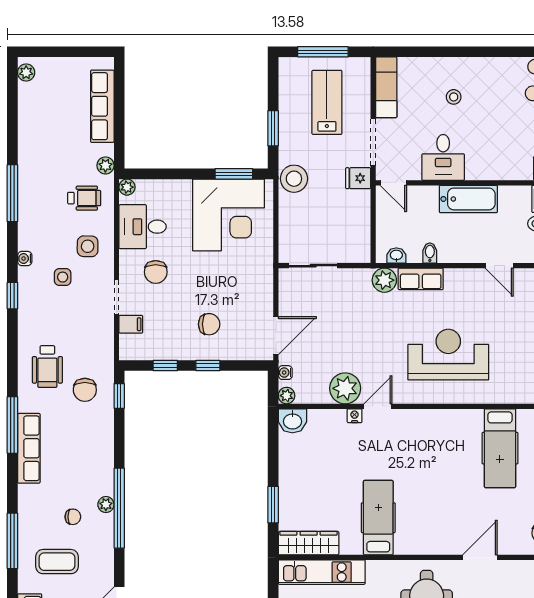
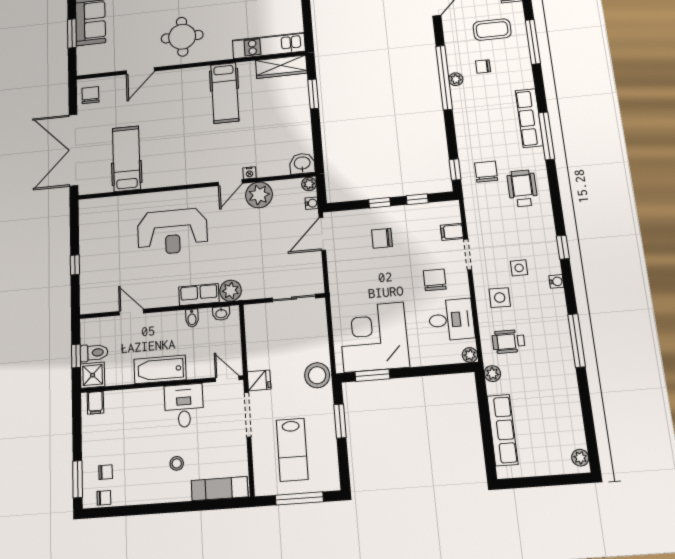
exam couch: (386, 87) -> (220, 489), moved, turned 90

